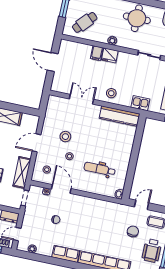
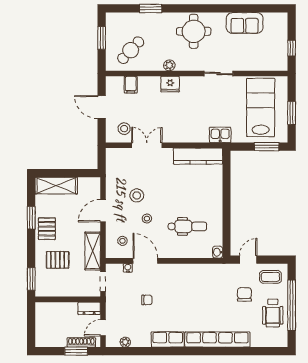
filing cabinet: (97, 53) -> (131, 85), moved
stool: (111, 93) -> (124, 129), moved
dental chair: (100, 169) -> (187, 226), turned 180

